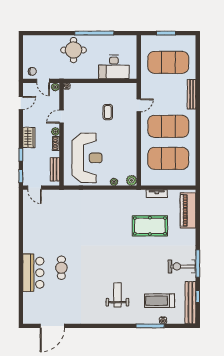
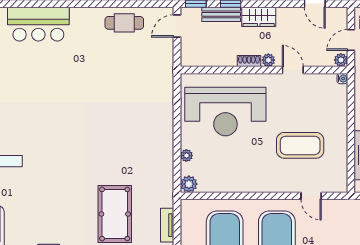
coffee table: (108, 112) -> (300, 145), width x1.86, depth x1.72
bench: (55, 169) -> (221, 14), moved
cafe table: (61, 268) -> (124, 23), moved

